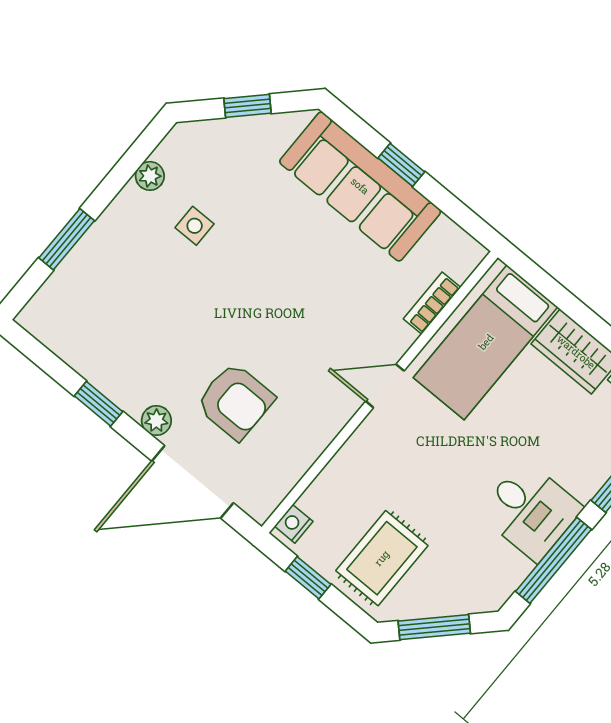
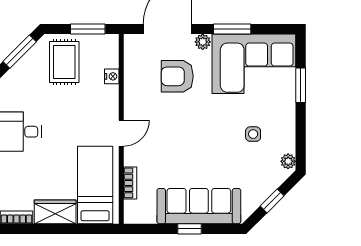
plant: (150, 176) -> (288, 161), moved
corner sofa: (109, 327) -> (254, 64), added
window: (98, 404) -> (232, 29), width x1.50
nightstand: (294, 524) -> (112, 76), moved
window: (308, 578) -> (88, 29), width x1.50

